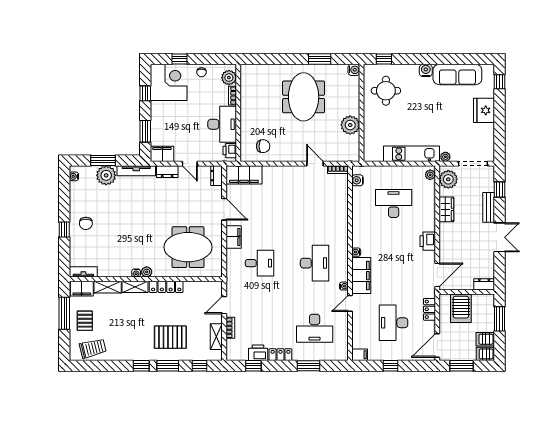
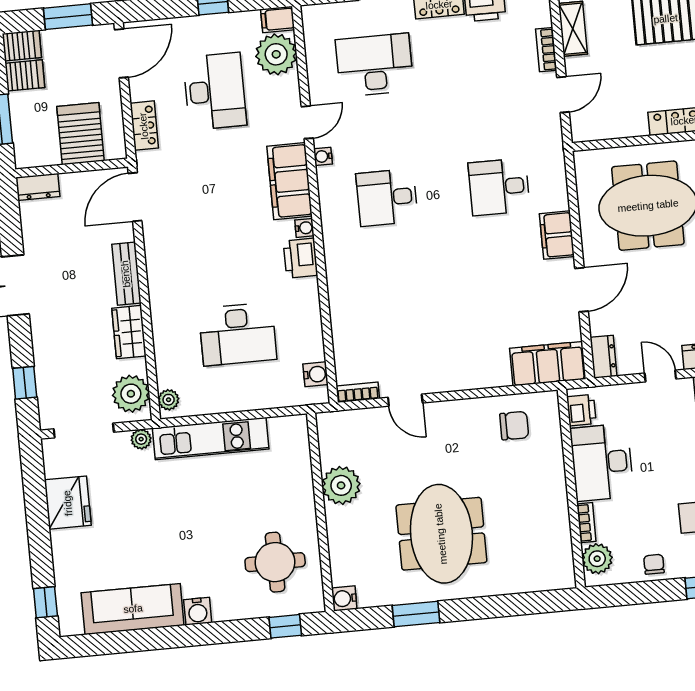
fridge: (484, 110) -> (68, 503), moved
chair: (263, 146) -> (514, 426), turned 180
bench: (489, 207) -> (126, 274), moved
door: (224, 209) -> (581, 290), swing flipped
printer: (428, 241) -> (301, 258), moved, turned 180
desk: (315, 263) -> (387, 197), width x0.73
plant: (362, 338) -> (276, 54), added

